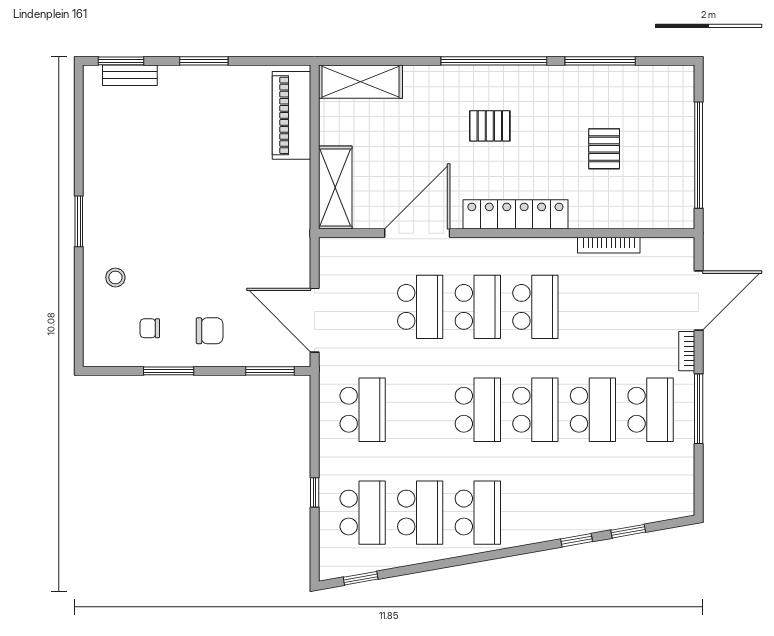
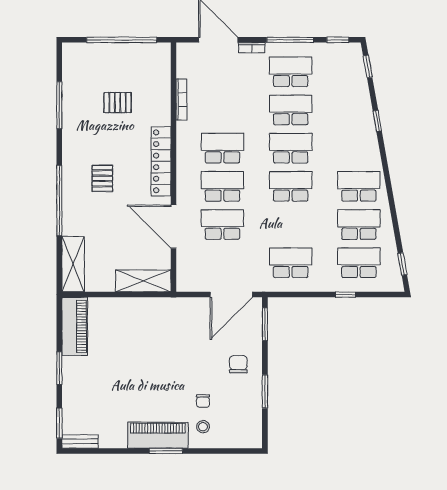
window: (494, 61) -> (59, 200), moved
bench: (130, 75) -> (80, 441), moved, turned 90
piano: (291, 115) -> (75, 326), moved, turned -90
piano: (103, 210) -> (158, 435), added
chair: (150, 328) -> (203, 401), moved
window: (699, 481) -> (338, 40), added
window: (628, 531) -> (368, 66), moved

